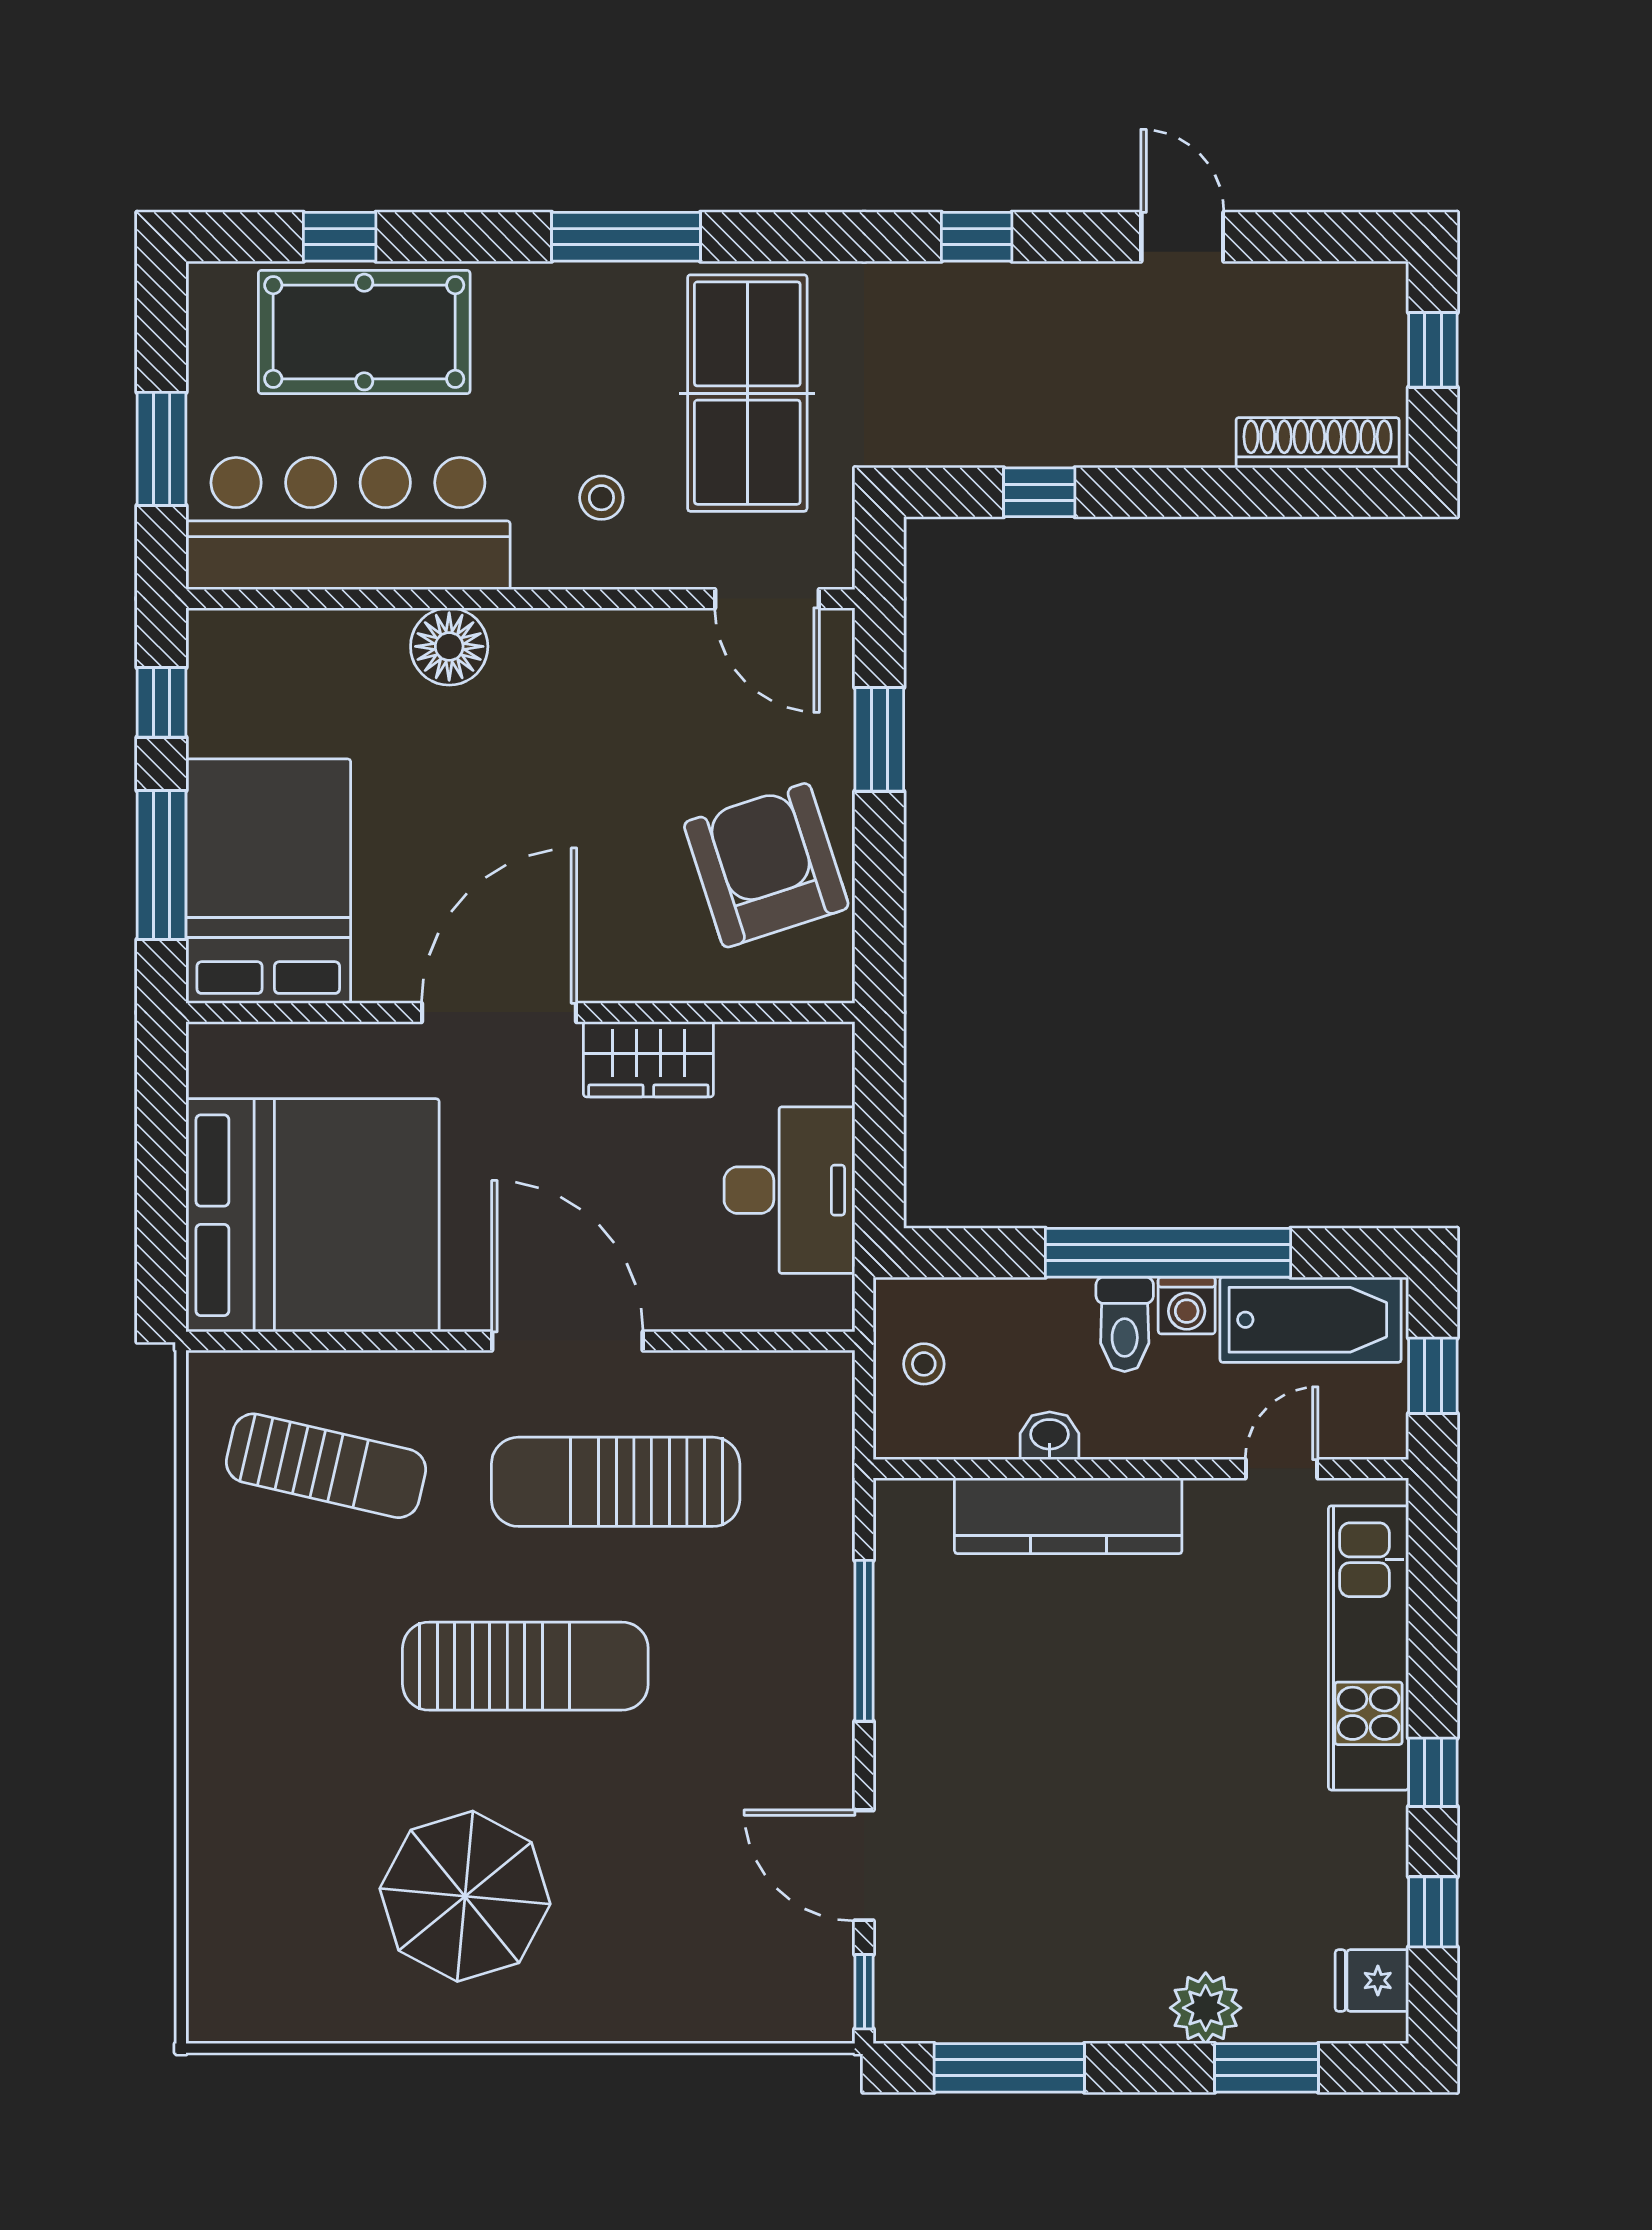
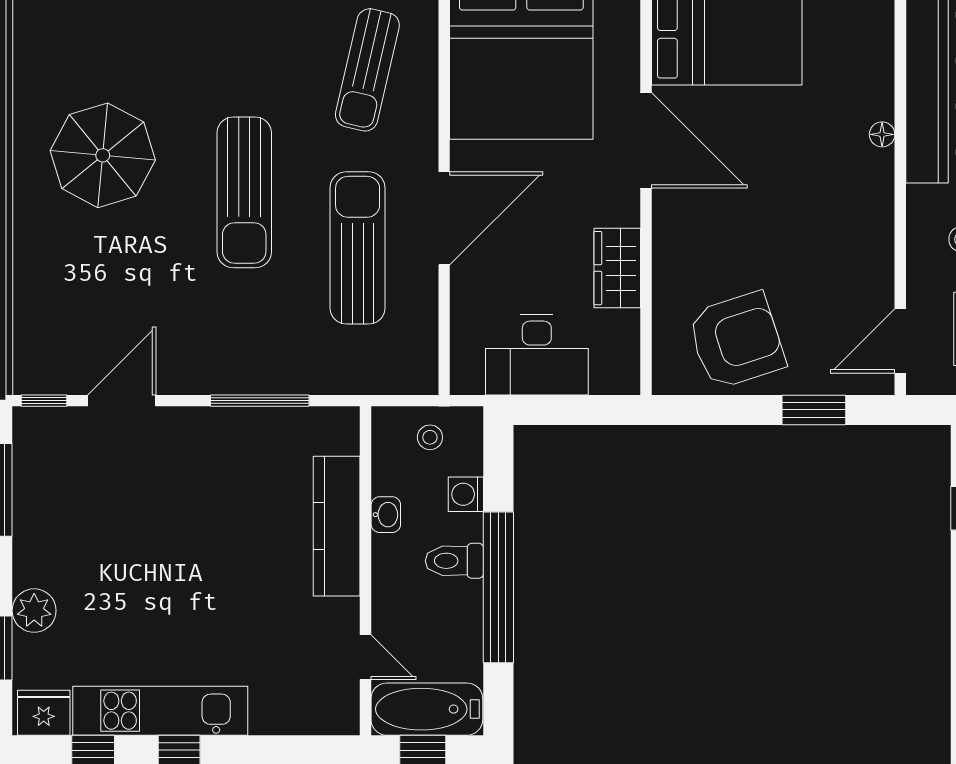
floor lamp: (449, 646) -> (882, 134), width x0.53, depth x0.53
door: (499, 1012) -> (646, 140), moved
washing machine: (1187, 1305) -> (466, 494), moved
bathtub: (1311, 1320) -> (427, 709), moved, turned 90
kitchen unit: (1369, 1648) -> (160, 711), moved
fridge: (1372, 1980) -> (44, 713), width x1.38

